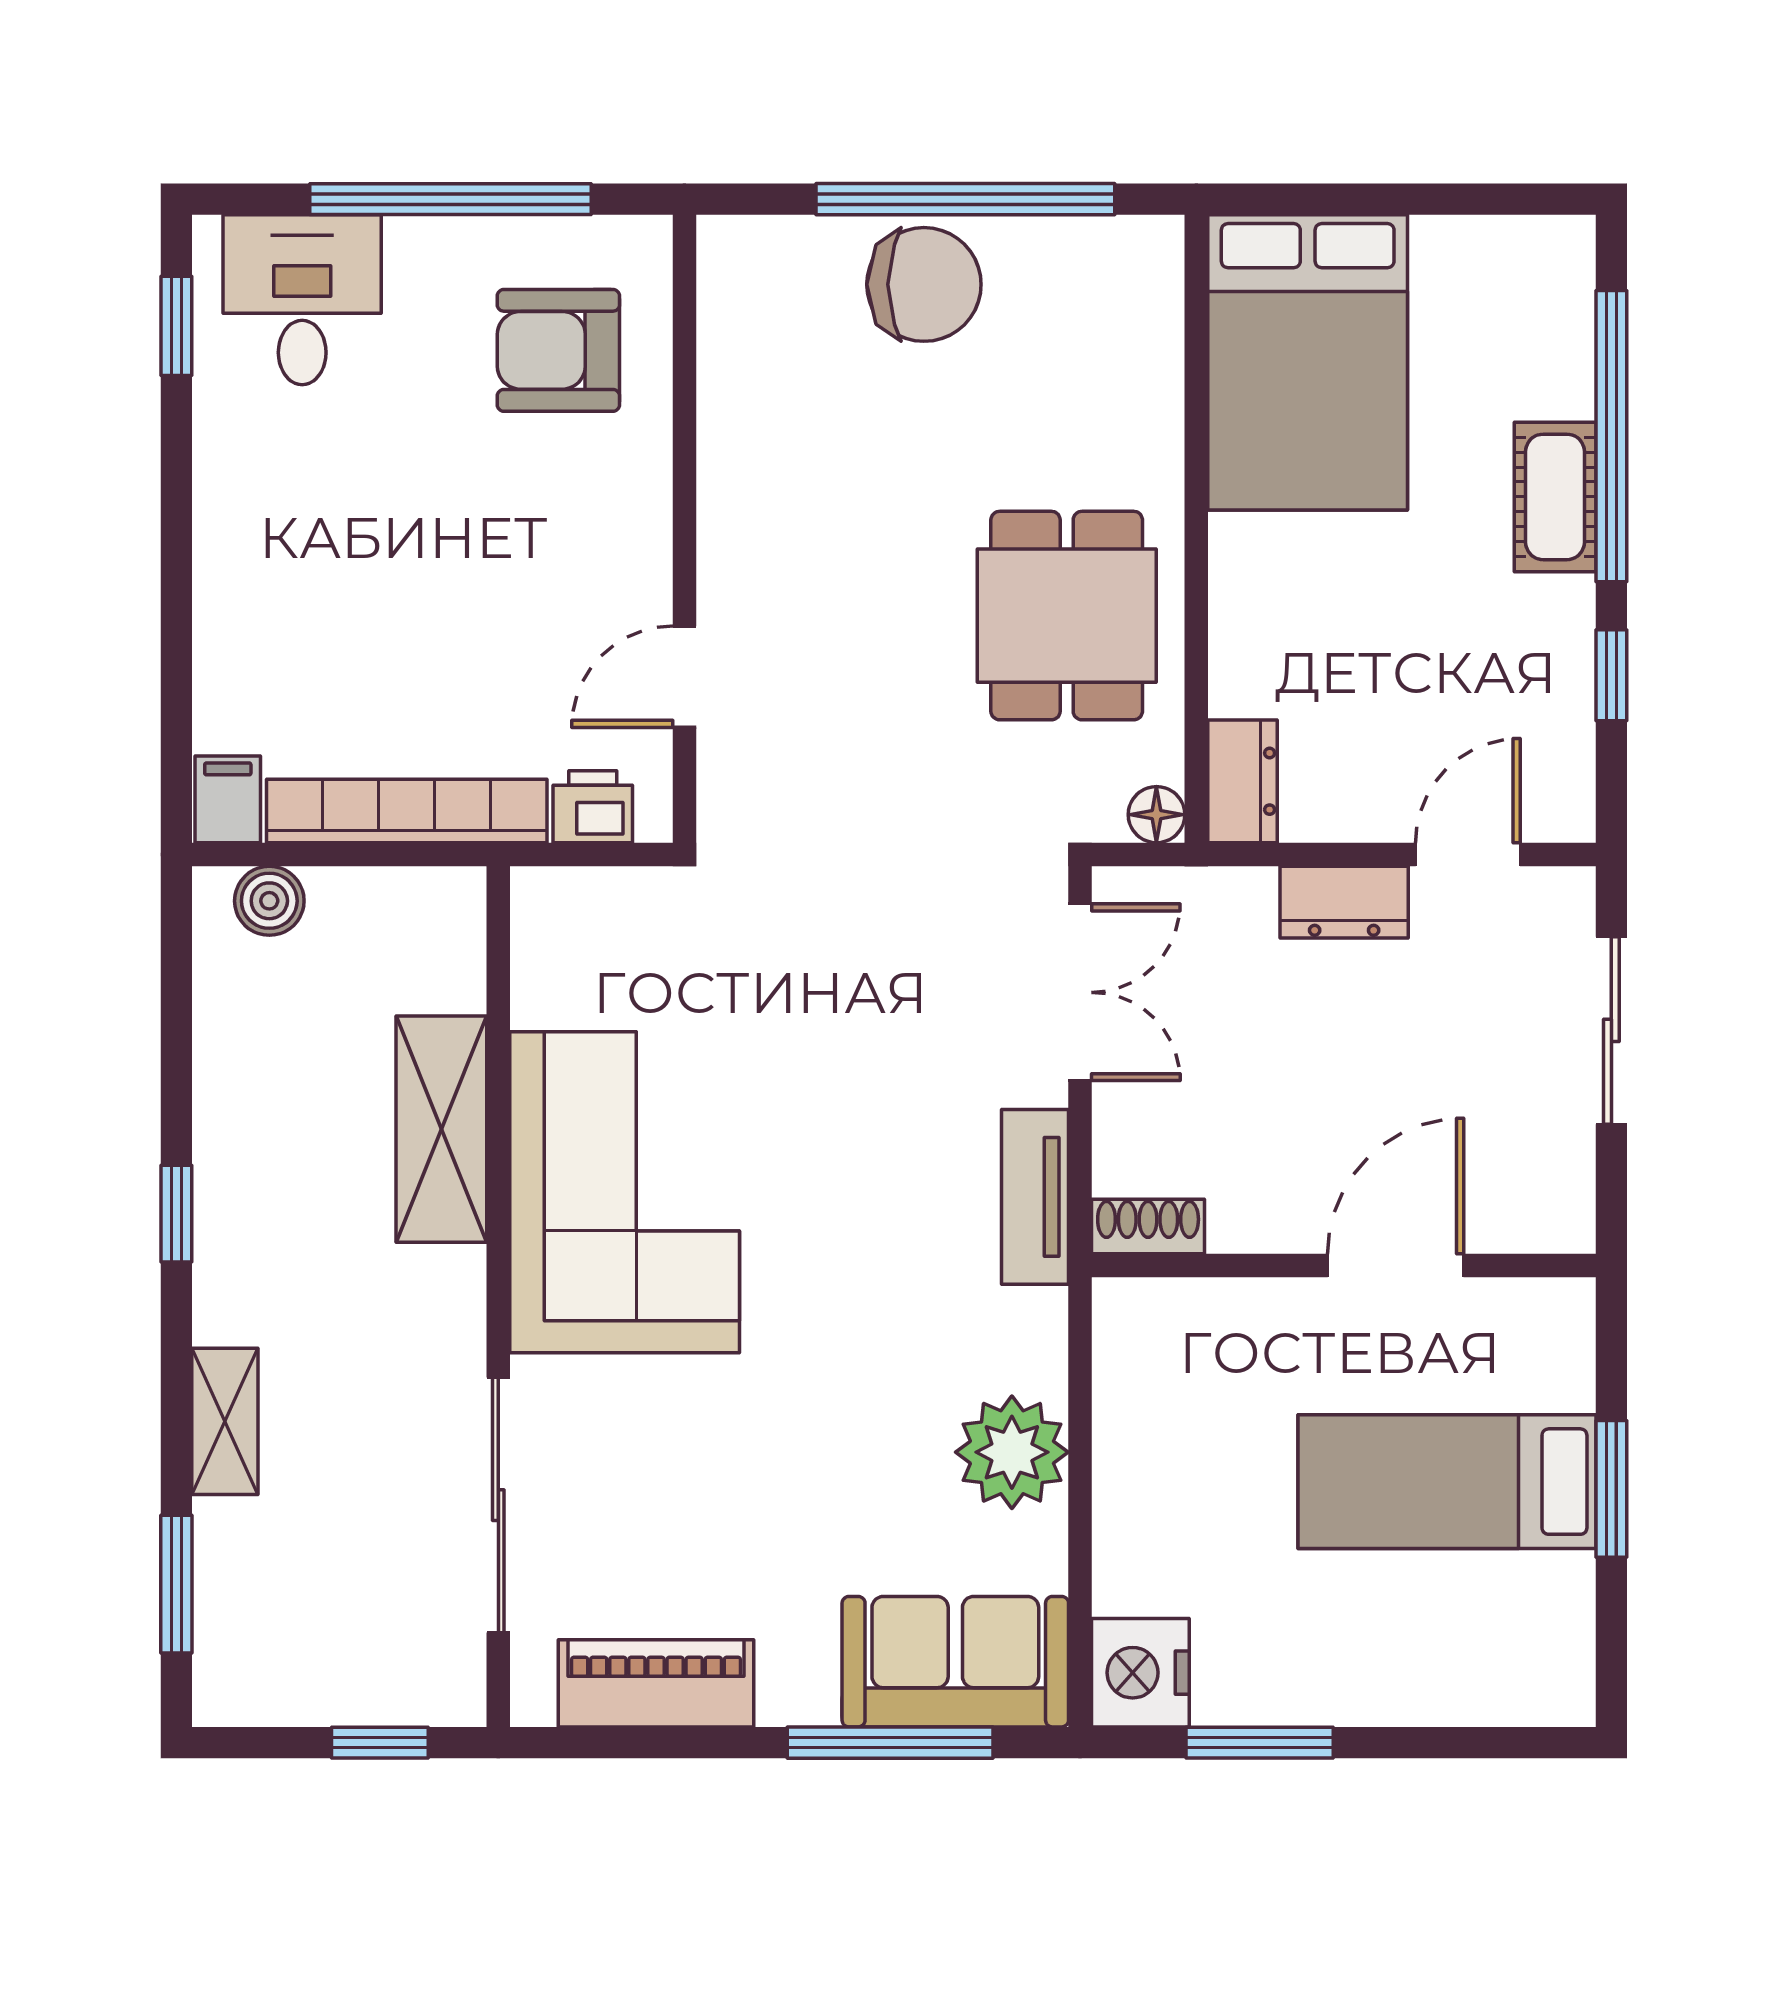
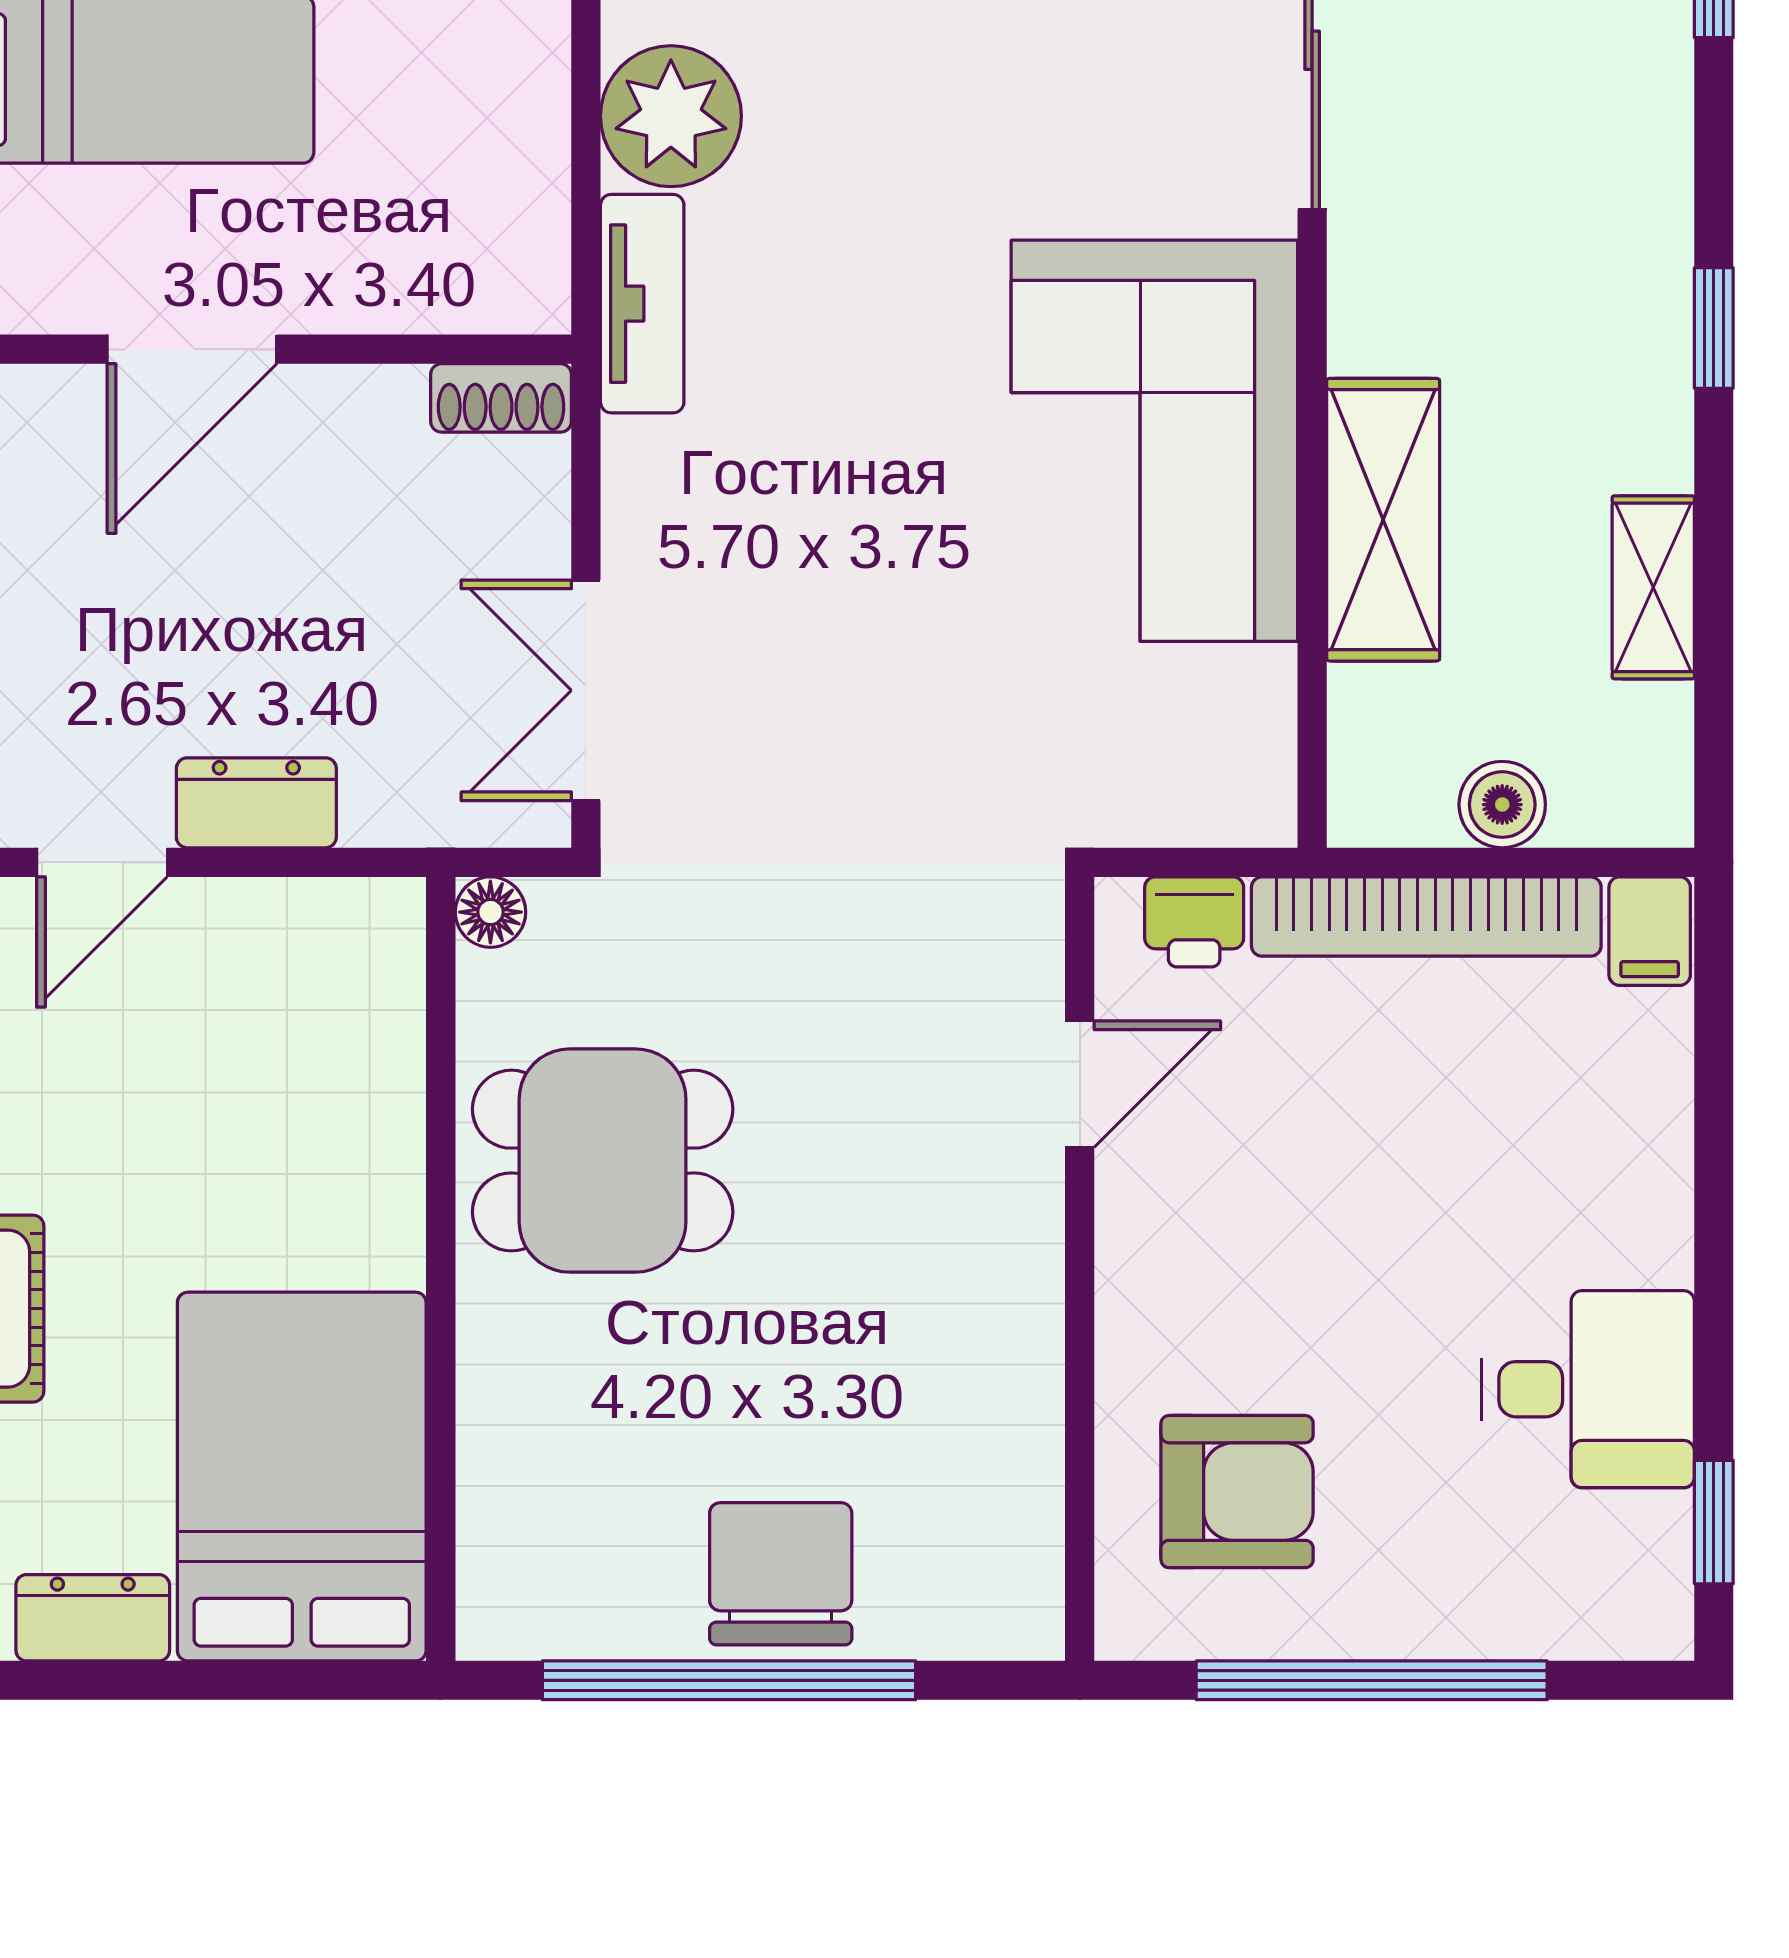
chair: (924, 284) -> (781, 1574), turned 90
desk: (302, 300) -> (1588, 1389), moved, turned -90
dining table: (1067, 616) -> (603, 1161), turned 90
dresser: (1243, 781) -> (93, 1618), moved, turned 90
boiler: (269, 901) -> (1502, 805), moved
tv unit: (1035, 1197) -> (642, 304), moved
window: (176, 1214) -> (1714, 328), moved
shelving: (225, 1421) -> (1653, 587), moved

